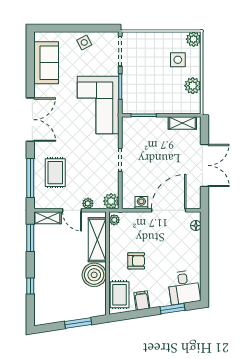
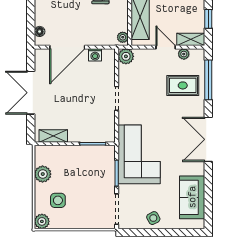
rug: (55, 173) -> (183, 85), turned 90
plant: (88, 203) -> (184, 54), moved
window: (30, 238) -> (208, 19), width x0.67

